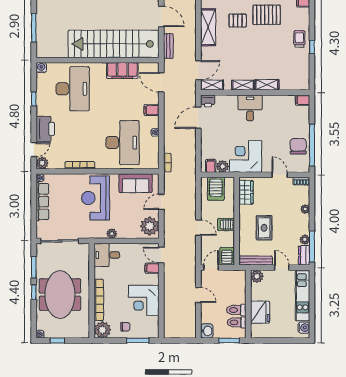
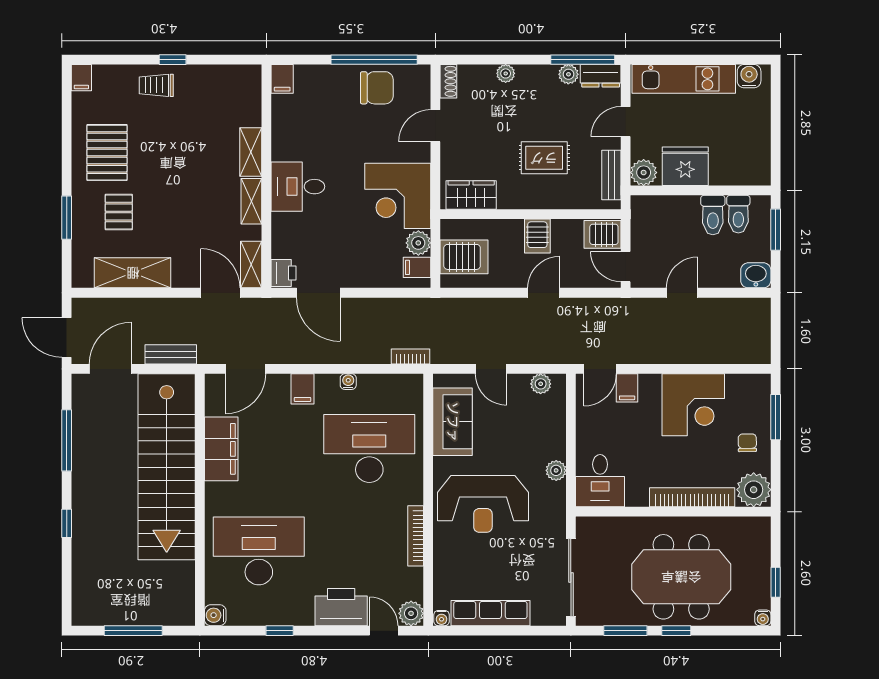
chair: (298, 146) -> (377, 88), turned 180
plant: (150, 226) -> (541, 384), width x0.53, depth x0.53
bench: (256, 261) -> (611, 175), width x0.73
fridge: (260, 312) -> (685, 166), moved

